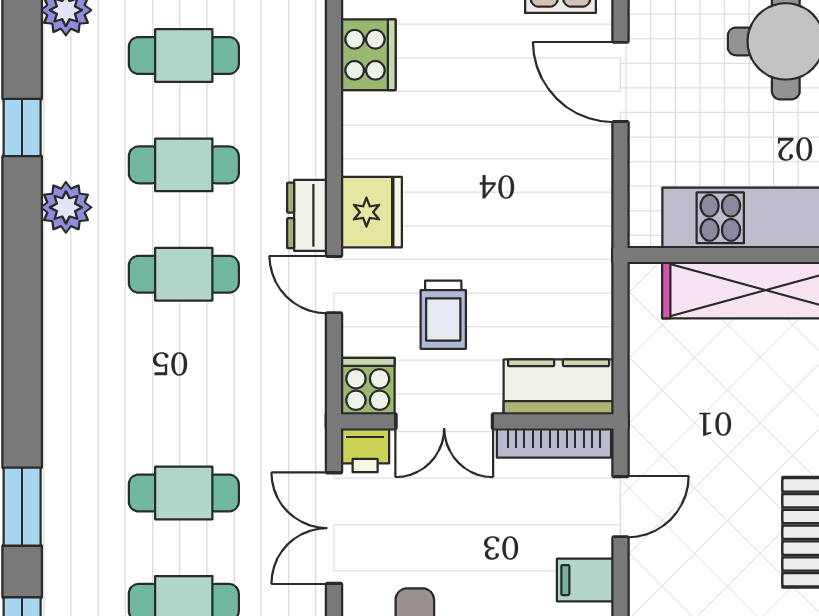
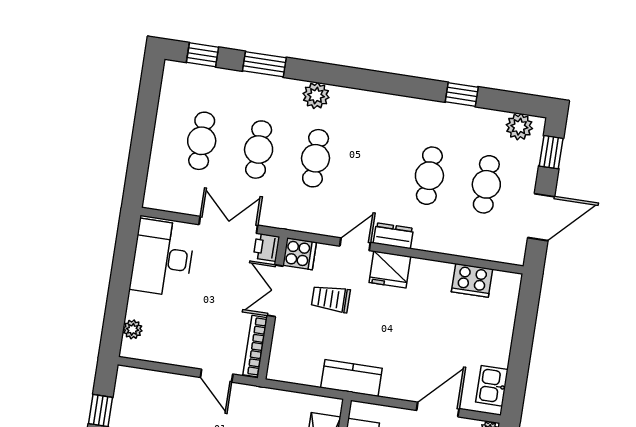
plant: (66, 207) -> (316, 96), moved
cafe table: (184, 274) -> (316, 158), moved
kitchen counter: (559, 387) -> (351, 378), moved, turned -90
filing cabinet: (585, 580) -> (181, 351), removed

